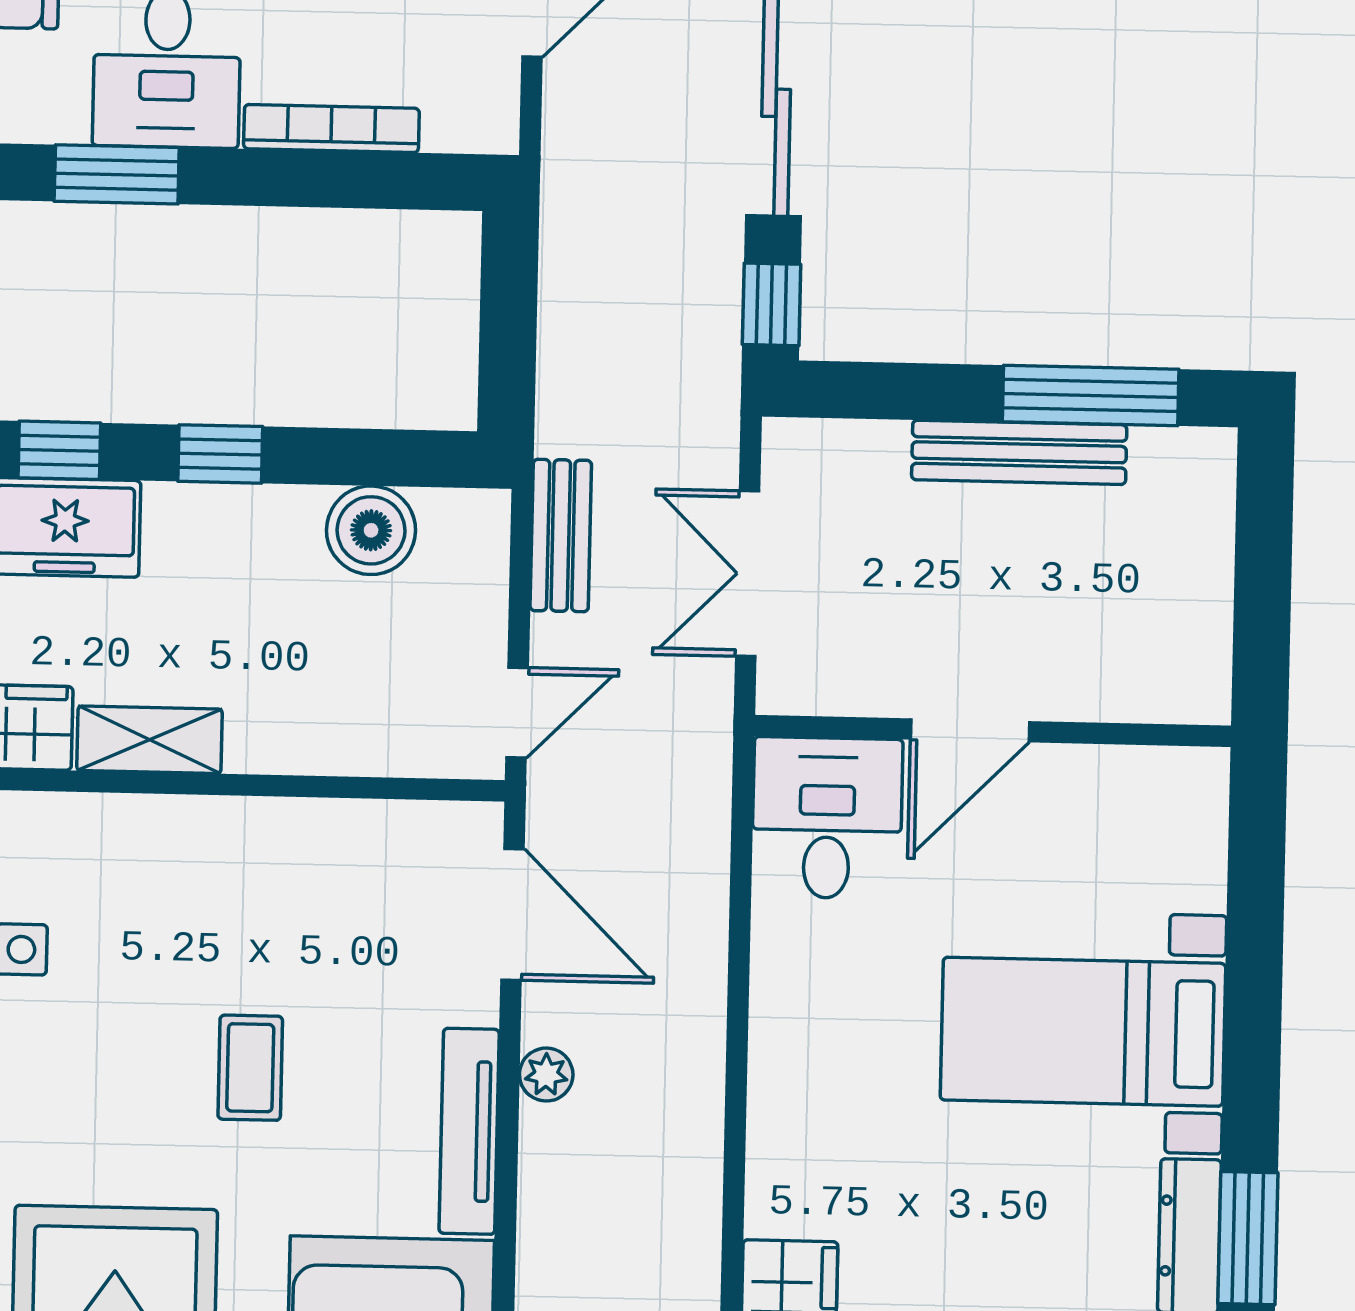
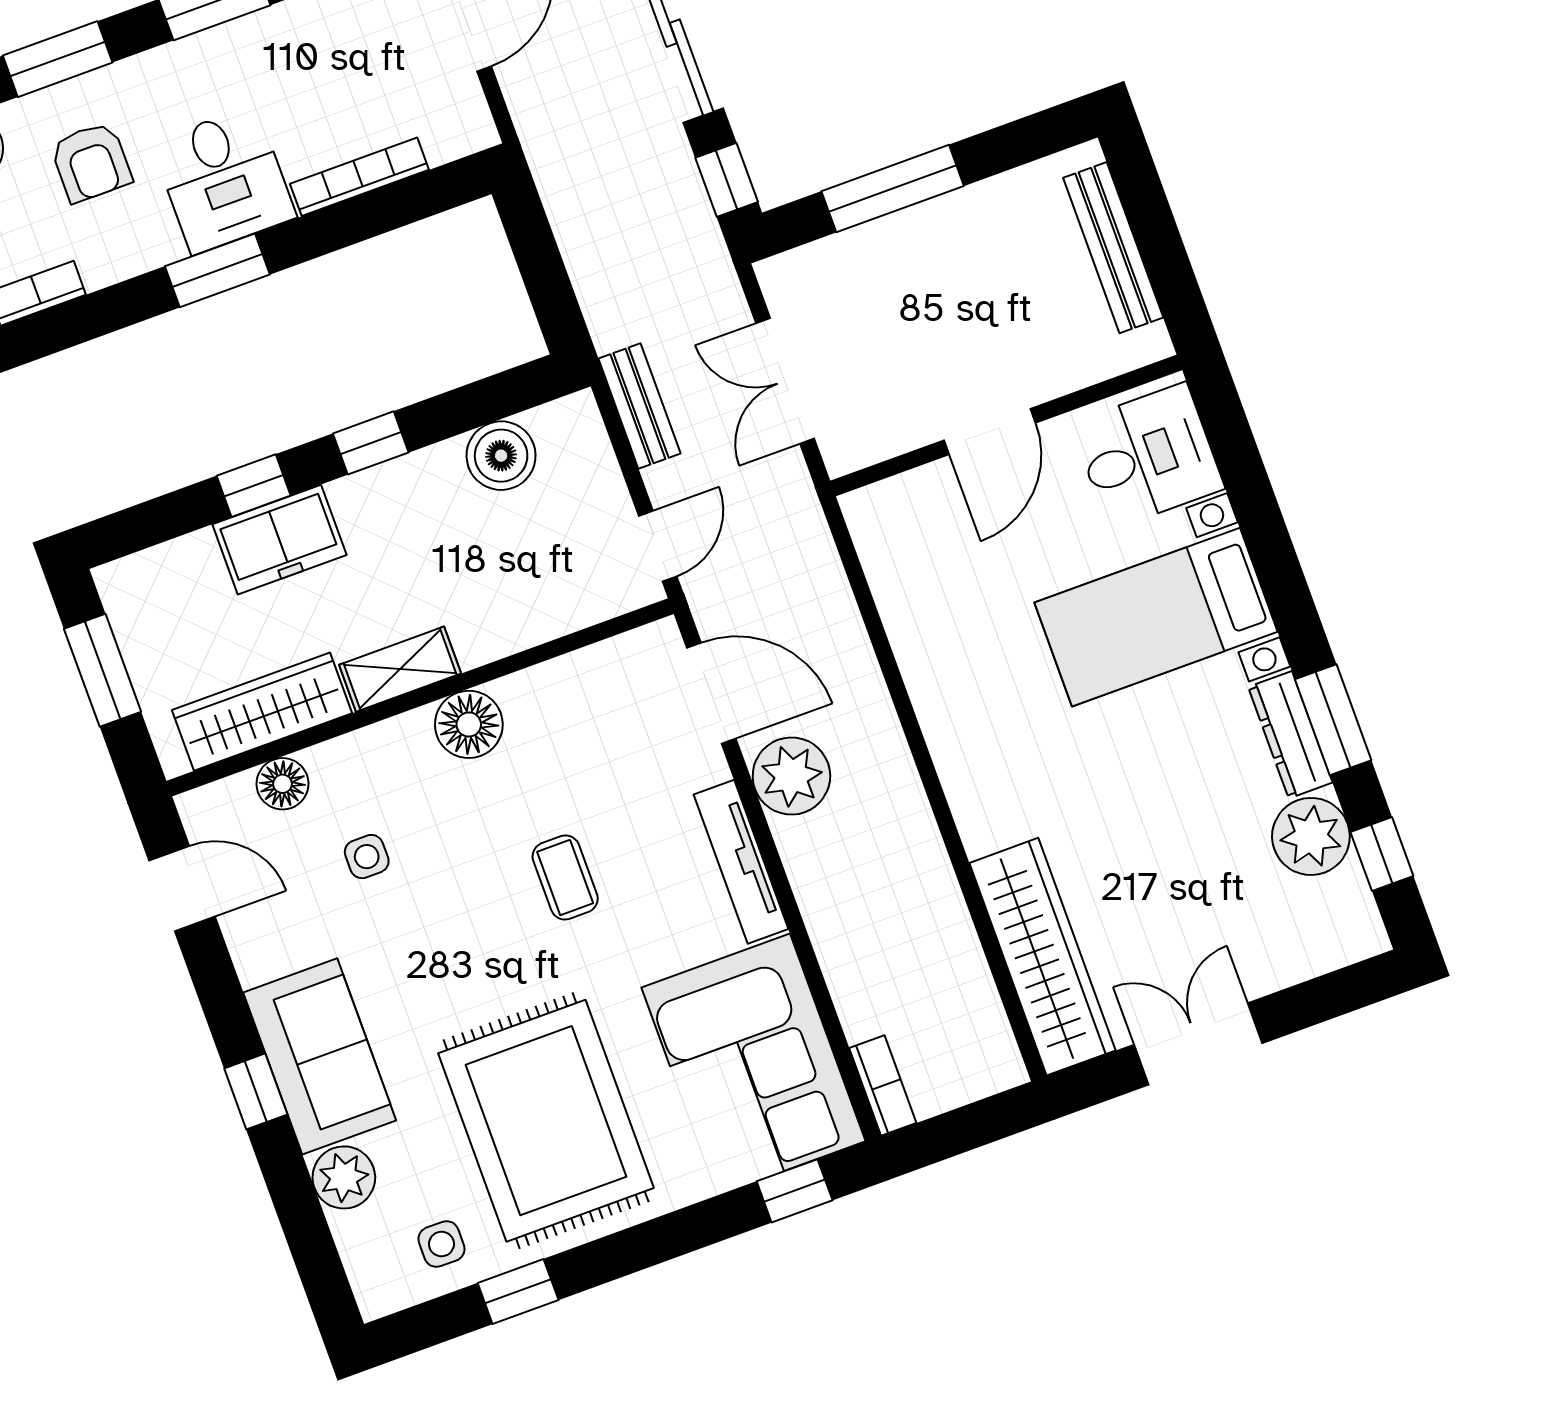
window: (1091, 396) -> (893, 189), moved
bench: (1019, 452) -> (1113, 248), moved, turned 90
desk: (827, 818) -> (1148, 456), moved, turned 90
floor lamp: (206, 838) -> (469, 724), added
plant: (546, 1075) -> (791, 776), width x1.88, depth x1.88

